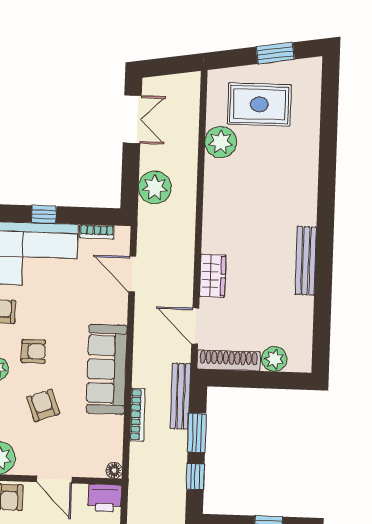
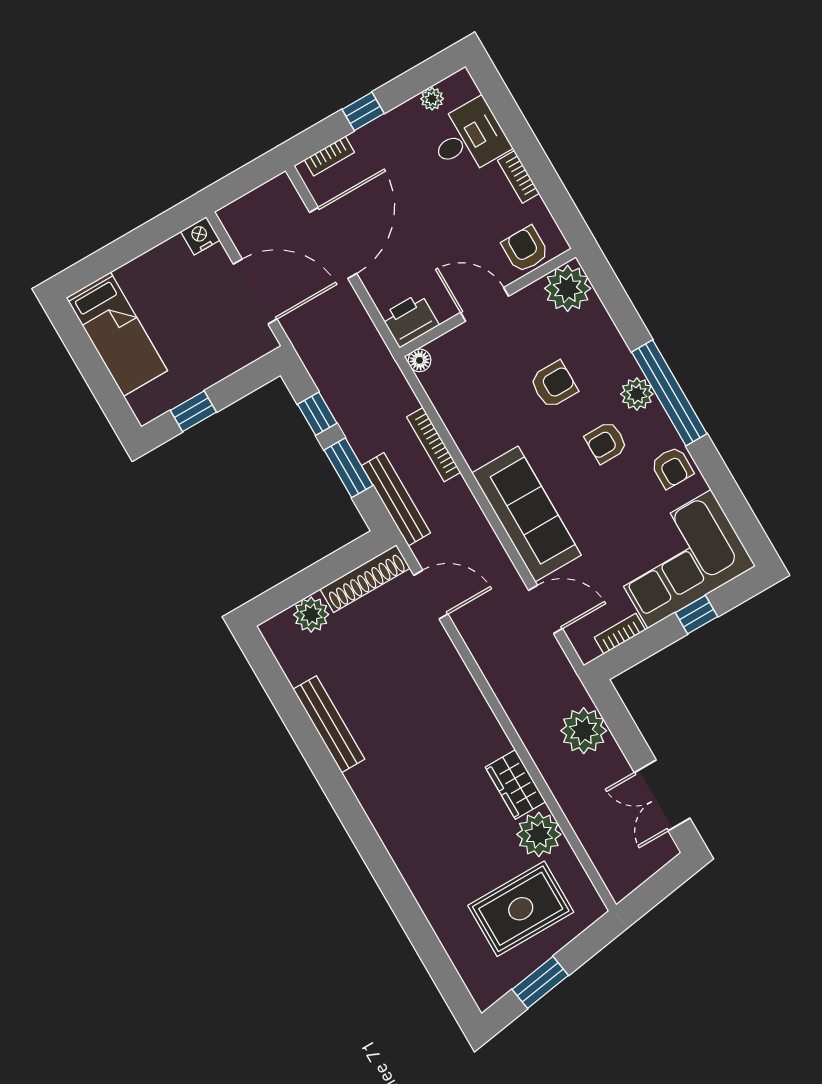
bench: (306, 261) -> (329, 724), moved
wardrobe: (213, 276) -> (515, 785), moved
sofa: (107, 369) -> (527, 514), moved
armchair: (43, 406) -> (554, 385), turned -70

